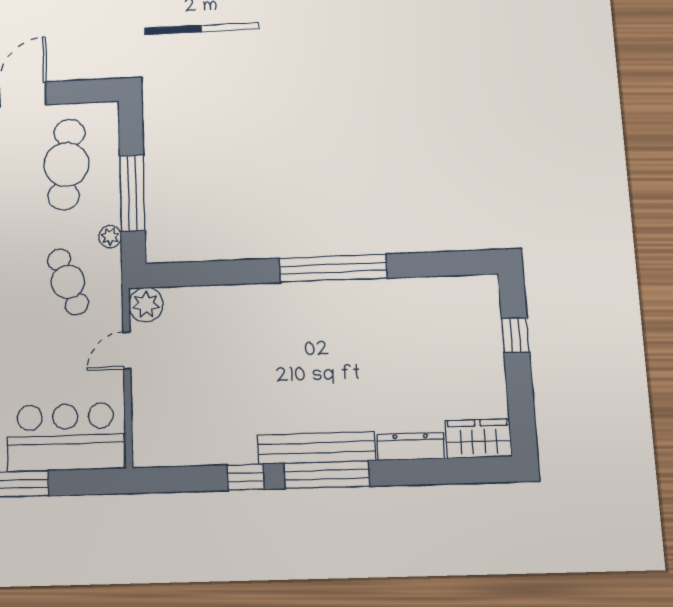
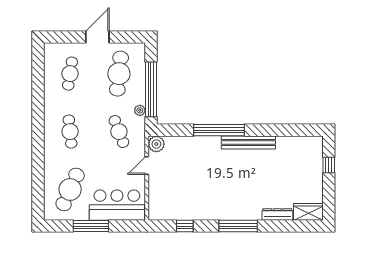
window: (132, 193) -> (151, 89), width x1.46
window: (333, 268) -> (219, 130), moved
bench: (316, 448) -> (248, 142), moved
window: (246, 477) -> (185, 226), moved

